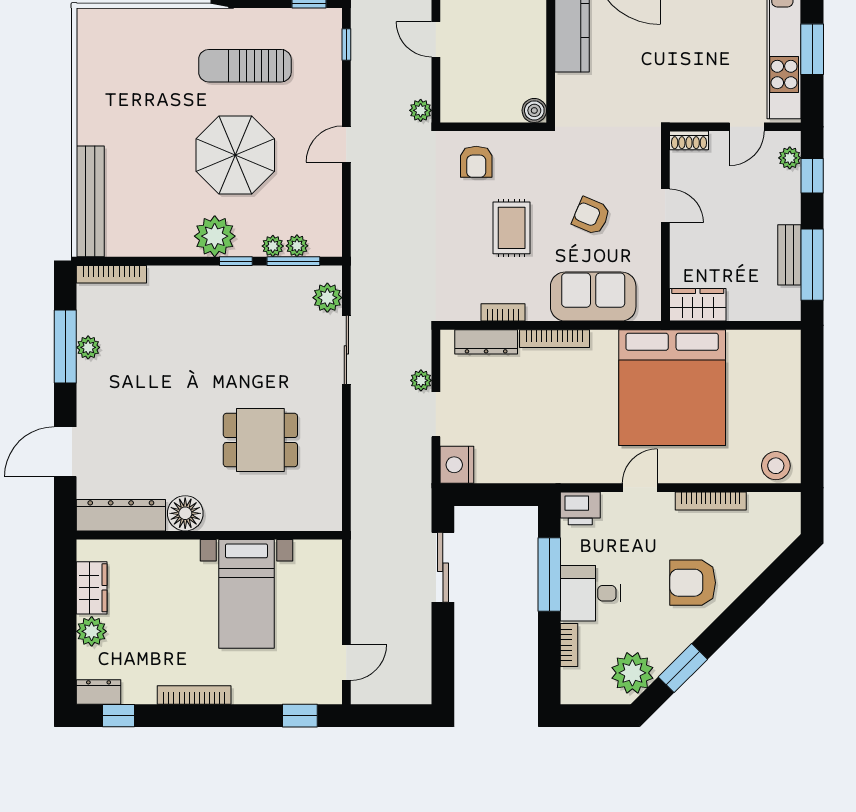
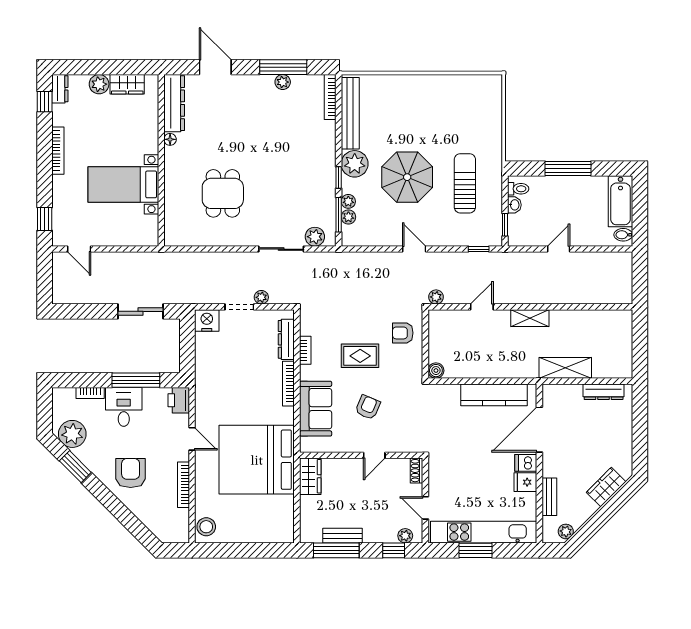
bench: (90, 201) -> (350, 113), moved, turned 90
floor lamp: (185, 513) -> (170, 139), width x0.53, depth x0.53

